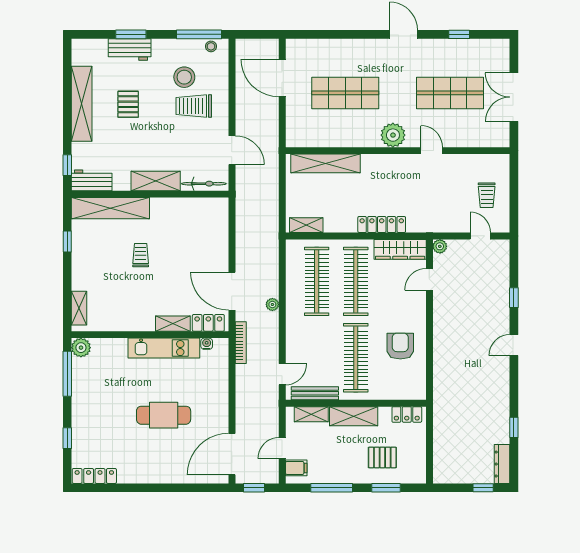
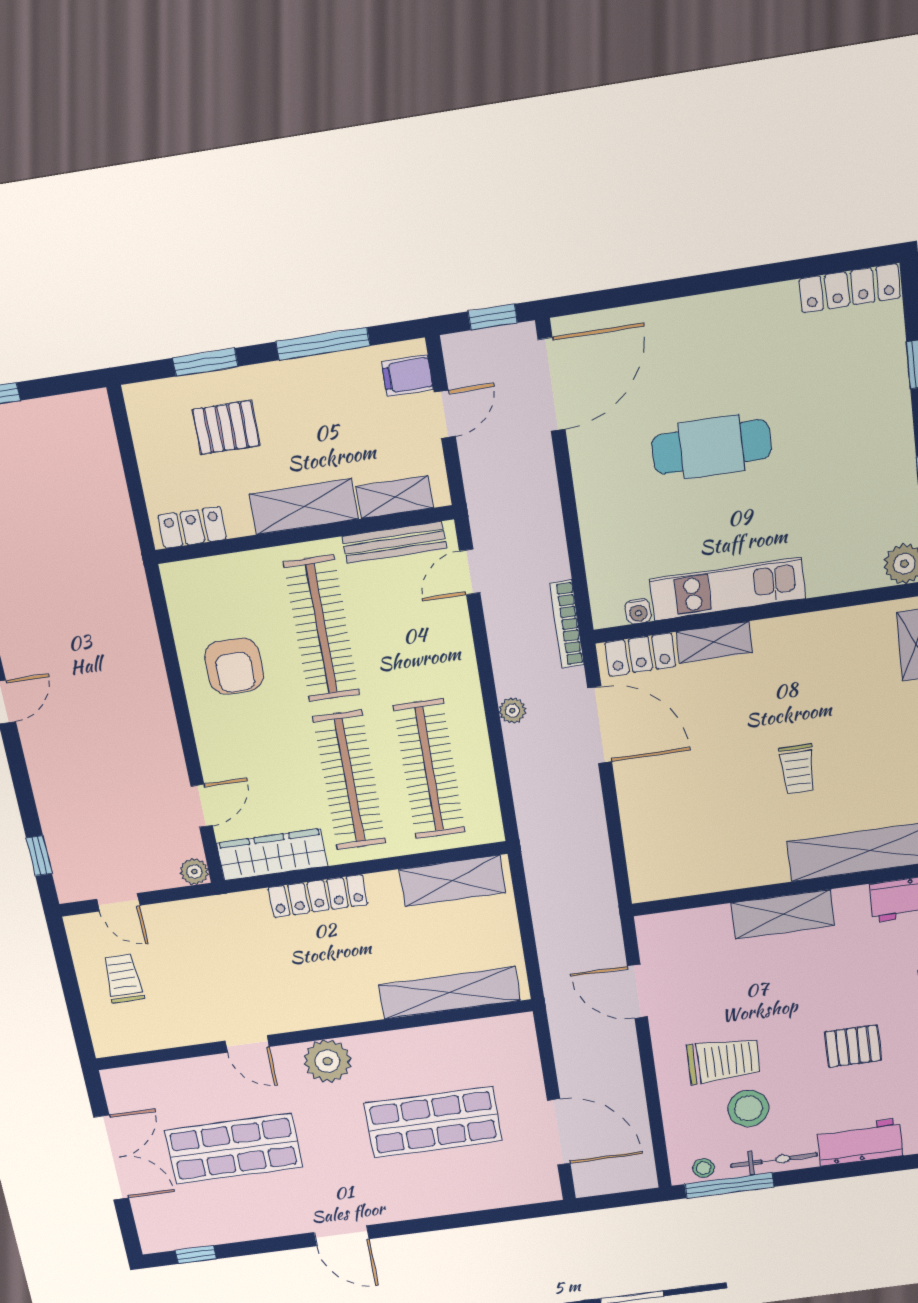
window: (131, 34) -> (860, 1168), removed
window: (459, 34) -> (196, 1255), moved
pallet: (128, 104) -> (853, 1046), turned 90
bicycle: (204, 184) -> (774, 1160), moved, turned 180
shelving: (306, 225) -> (452, 881), width x1.50, depth x1.33
window: (514, 298) -> (39, 856), moved

